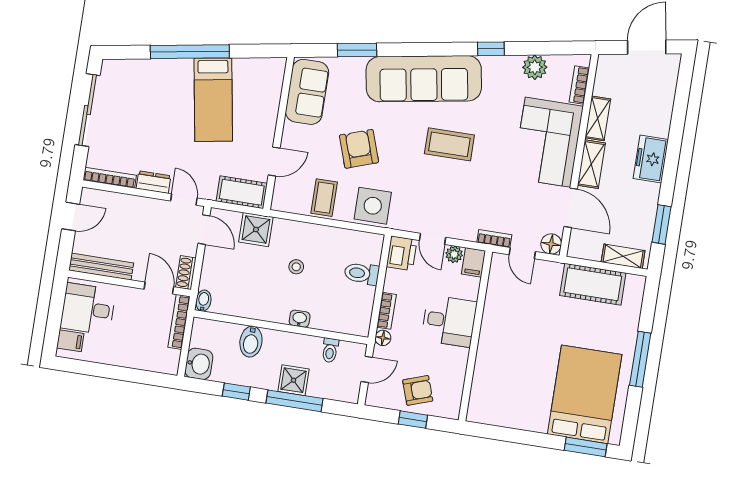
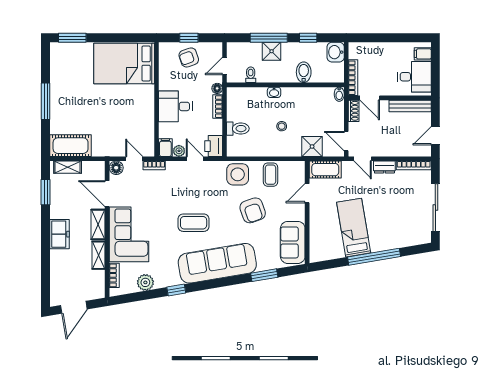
cot: (593, 284) -> (71, 146), moved
bed: (585, 394) -> (124, 64), moved, turned 90

